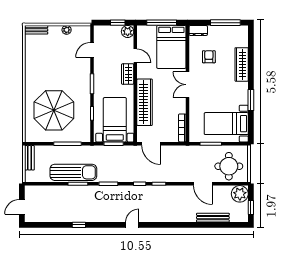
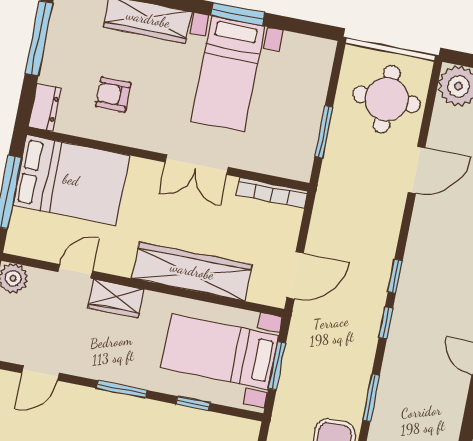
door: (92, 50) -> (41, 373), hinge flipped
double door: (188, 85) -> (197, 165), moved
bed with nightstands: (226, 124) -> (228, 74), moved

